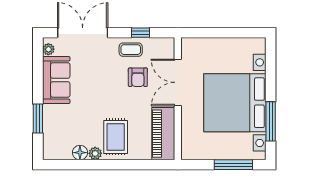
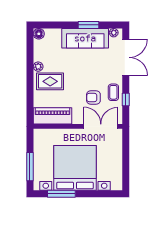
sofa: (56, 80) -> (85, 38), width x1.36
double door: (178, 82) -> (101, 126), moved
window: (38, 118) -> (88, 25), moved
floor lamp: (80, 153) -> (39, 34), moved

